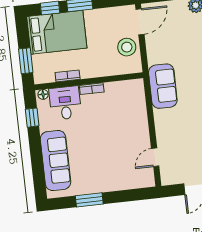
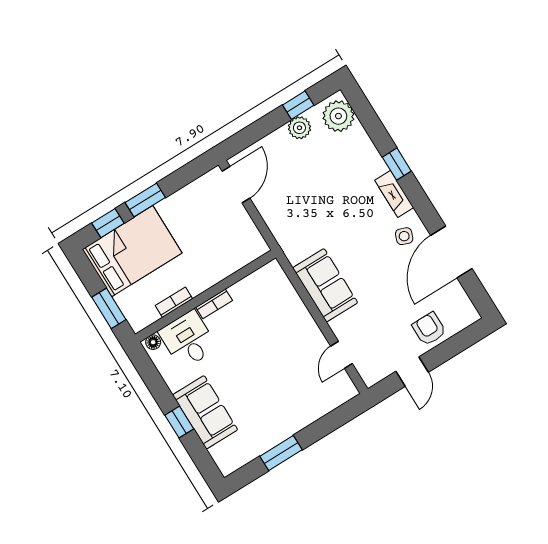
stool: (127, 47) -> (234, 227), removed
sofa: (163, 86) -> (325, 285), moved
window: (32, 118) -> (179, 422), moved
sofa: (55, 161) -> (205, 412), width x0.73

